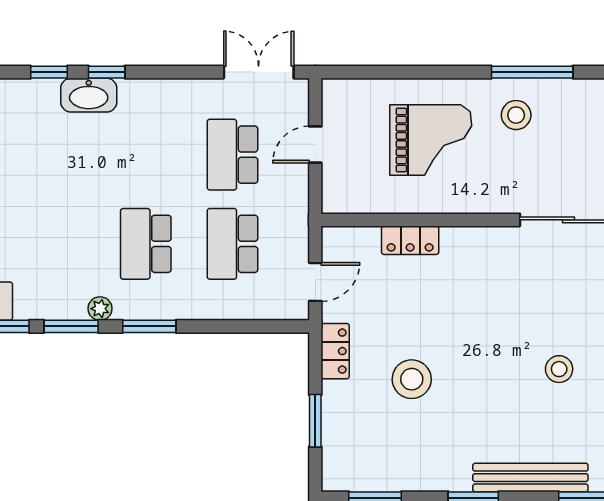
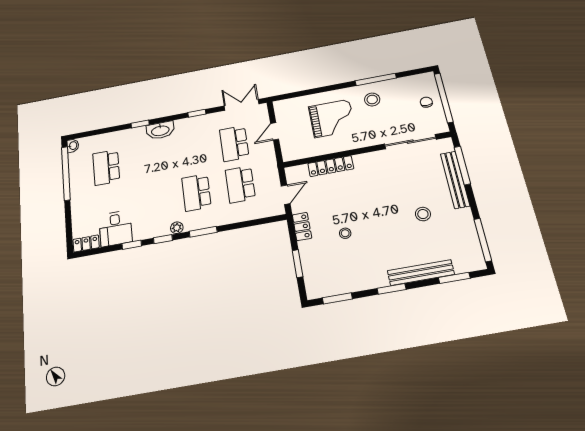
window: (107, 72) -> (197, 113), moved
locker: (410, 240) -> (331, 166), width x1.53
window: (71, 326) -> (163, 239), width x0.67
stool: (412, 379) -> (345, 233), width x0.53, depth x0.53

